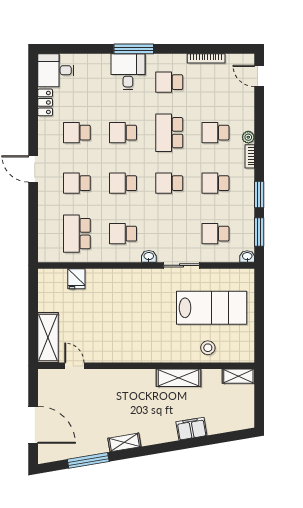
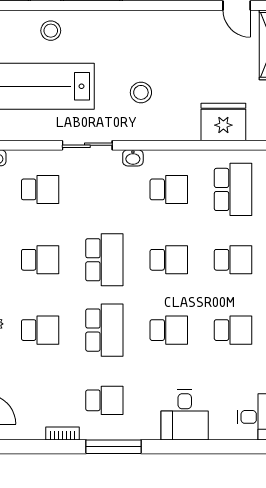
window: (134, 49) -> (114, 447), moved
bookcase: (206, 58) -> (62, 434), width x0.64
desk: (128, 72) -> (185, 415), moved
school desk: (169, 183) -> (104, 260), width x1.85
fridge: (76, 279) -> (223, 122), width x1.88, depth x1.34
stool: (143, 303) -> (141, 92), added

